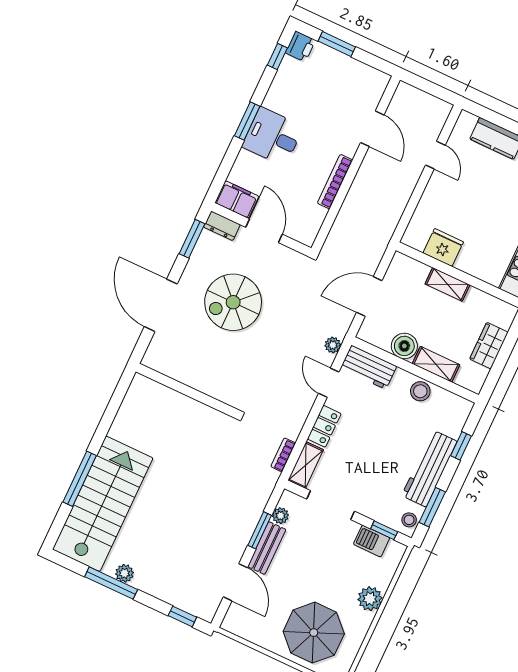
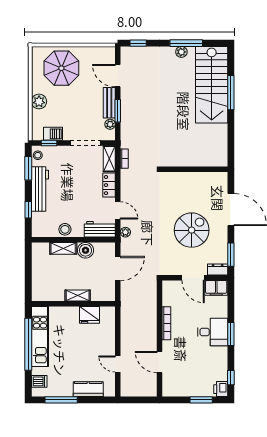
wardrobe: (489, 346) -> (39, 272), removed

